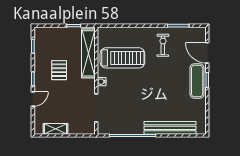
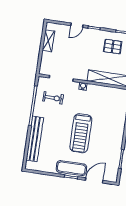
exercise bike: (163, 45) -> (53, 98), moved
treadmill: (122, 58) -> (81, 133), moved
pallet: (59, 70) -> (113, 47), moved
door: (33, 99) -> (77, 25), hinge flipped

